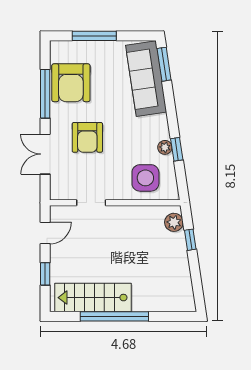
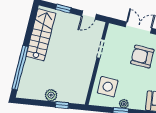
plant: (174, 222) -> (51, 95), moved
door: (45, 233) -> (89, 15), hinge flipped
window: (114, 316) -> (20, 68), moved

